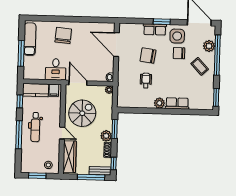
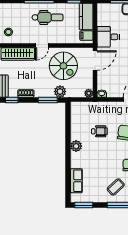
row of seats: (177, 103) -> (76, 181), moved
dental chair: (35, 127) -> (48, 17), turned 180
plant: (106, 136) -> (60, 92), moved

